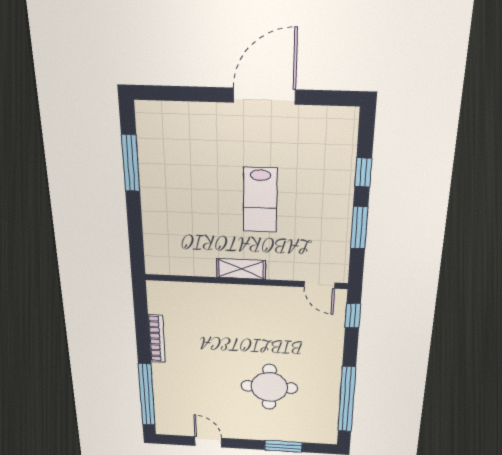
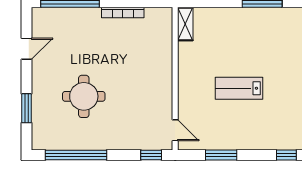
window: (363, 172) -> (286, 155), moved
shelving: (241, 269) -> (185, 24), moved
door: (319, 285) -> (175, 130), swing flipped

